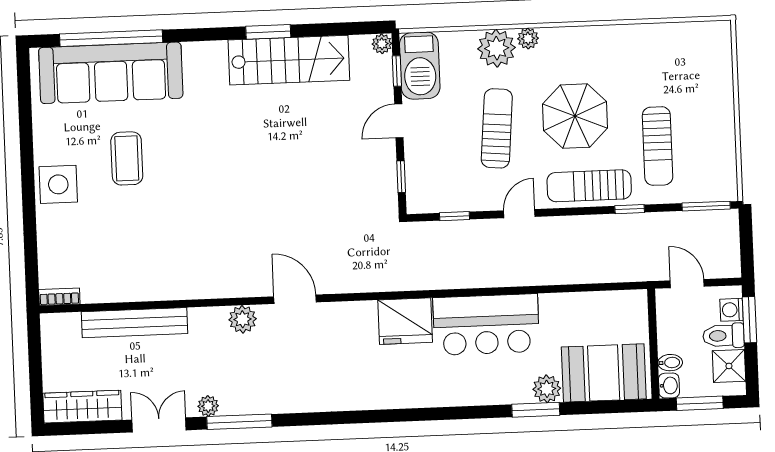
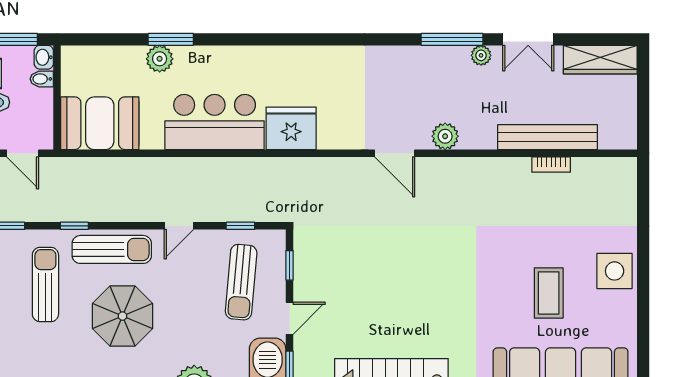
sun lounger: (497, 128) -> (241, 282), moved
bookcase: (59, 297) -> (551, 164), moved
booth: (604, 373) -> (100, 123), moved

